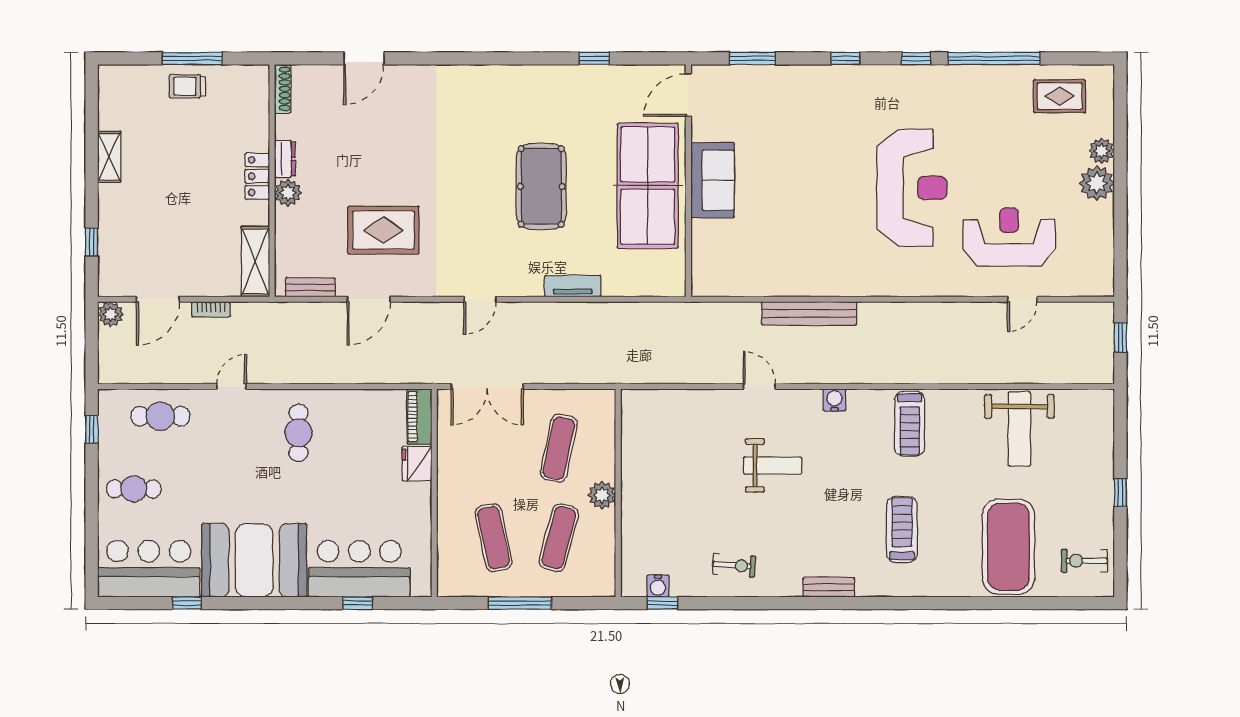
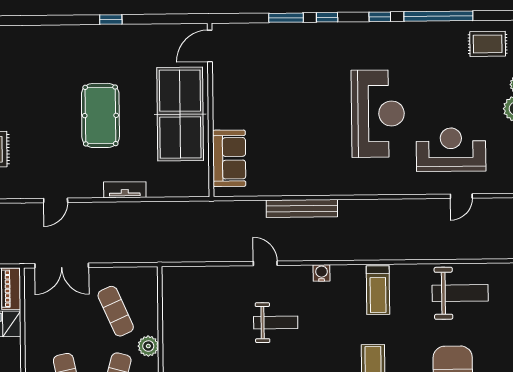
window: (594, 58) -> (111, 20), moved
window: (752, 58) -> (286, 18), moved
sofa: (713, 180) -> (229, 158), moved
weight bench: (1019, 429) -> (460, 293), turned -90
exercise mat: (559, 448) -> (116, 311), turned -36

